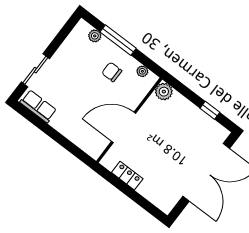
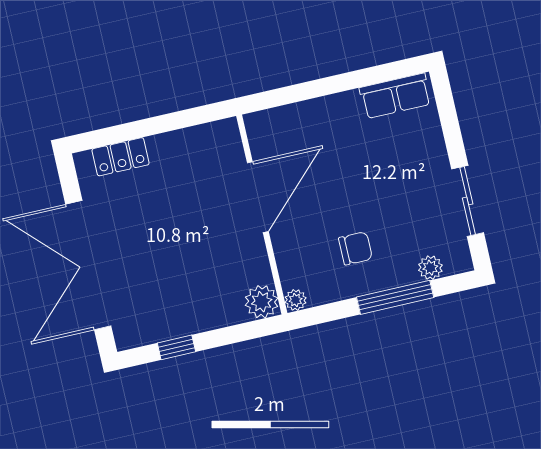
sliding door: (35, 70) -> (468, 201), moved
plant: (142, 71) -> (296, 300), moved
locker: (127, 176) -> (121, 157), moved

